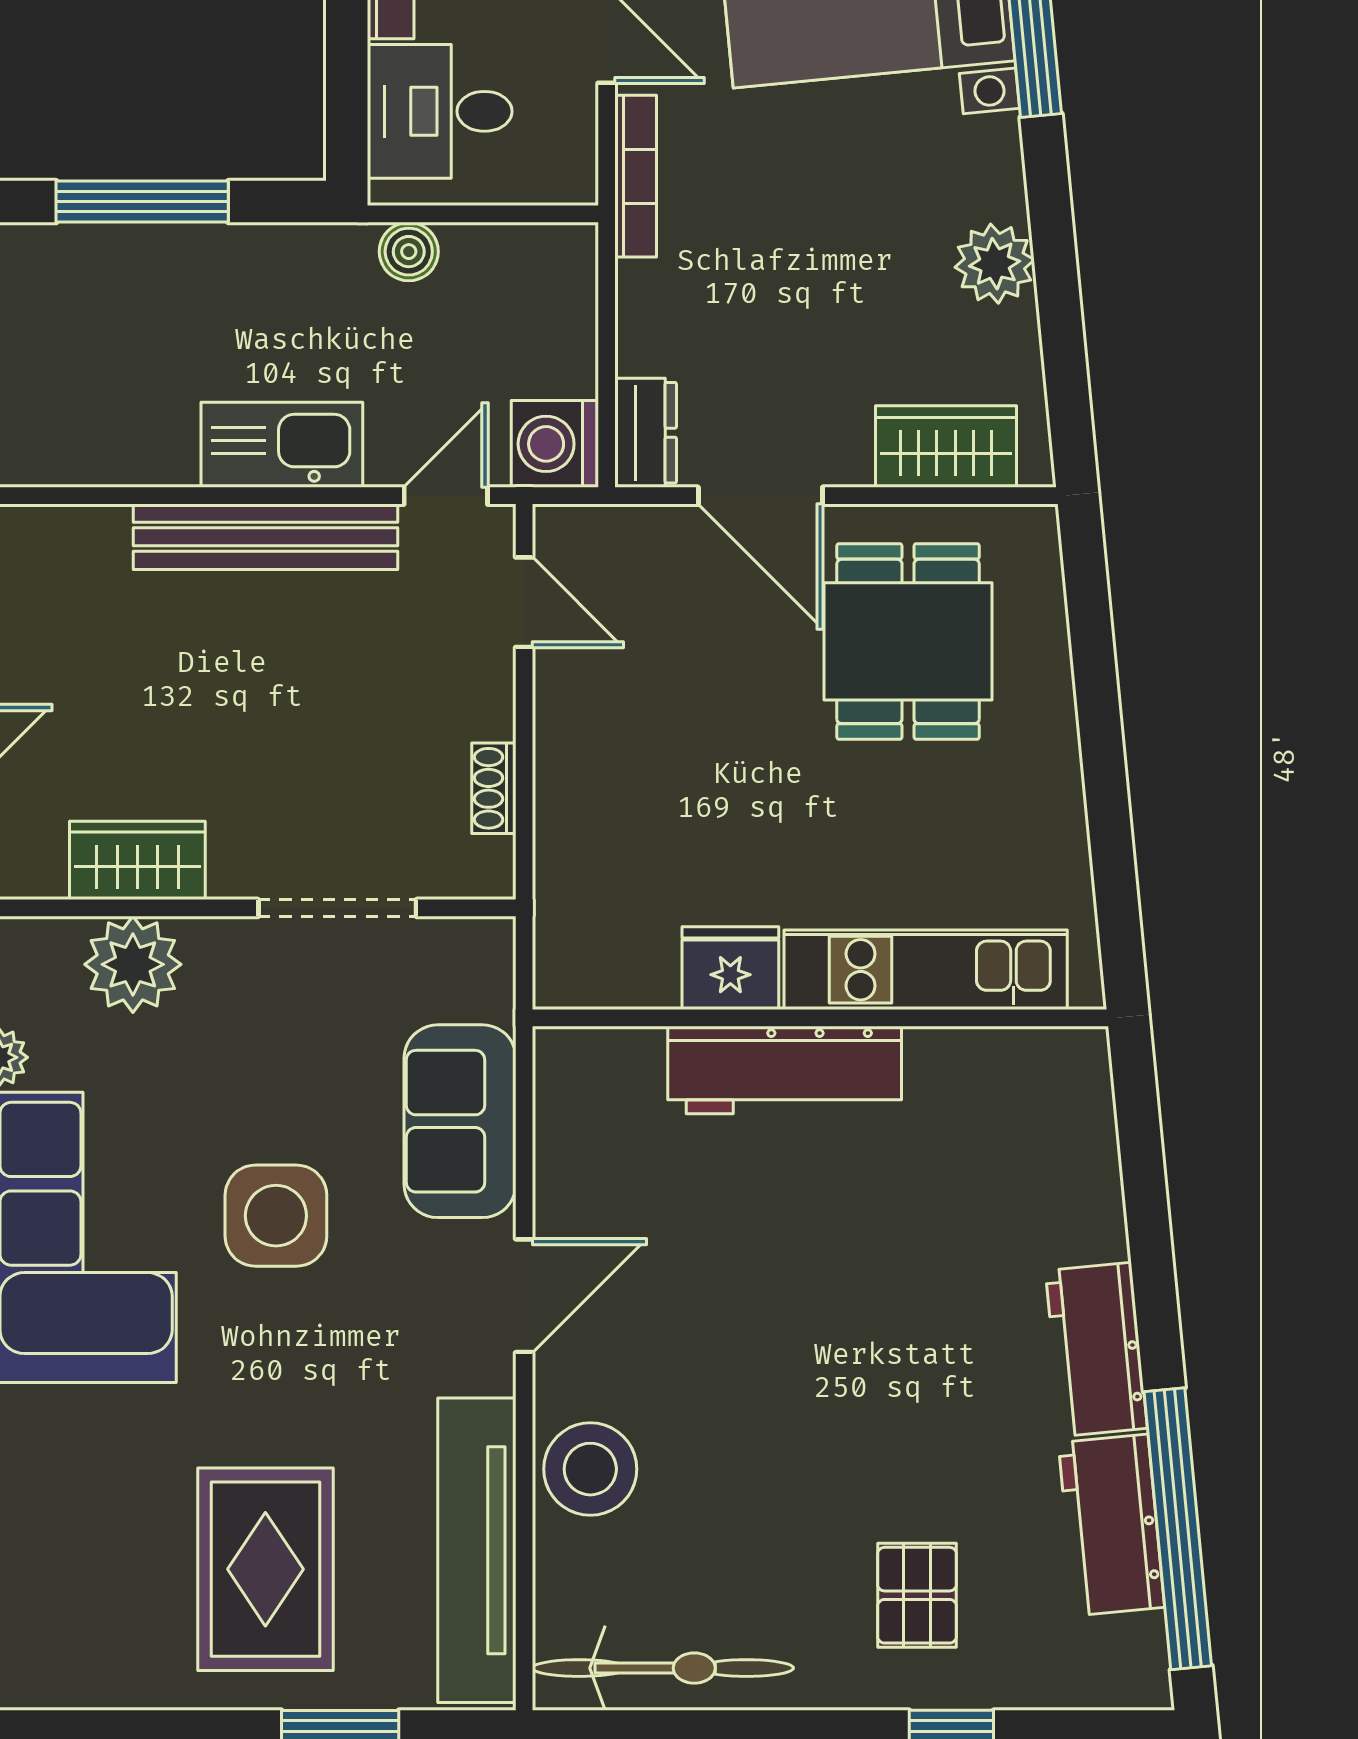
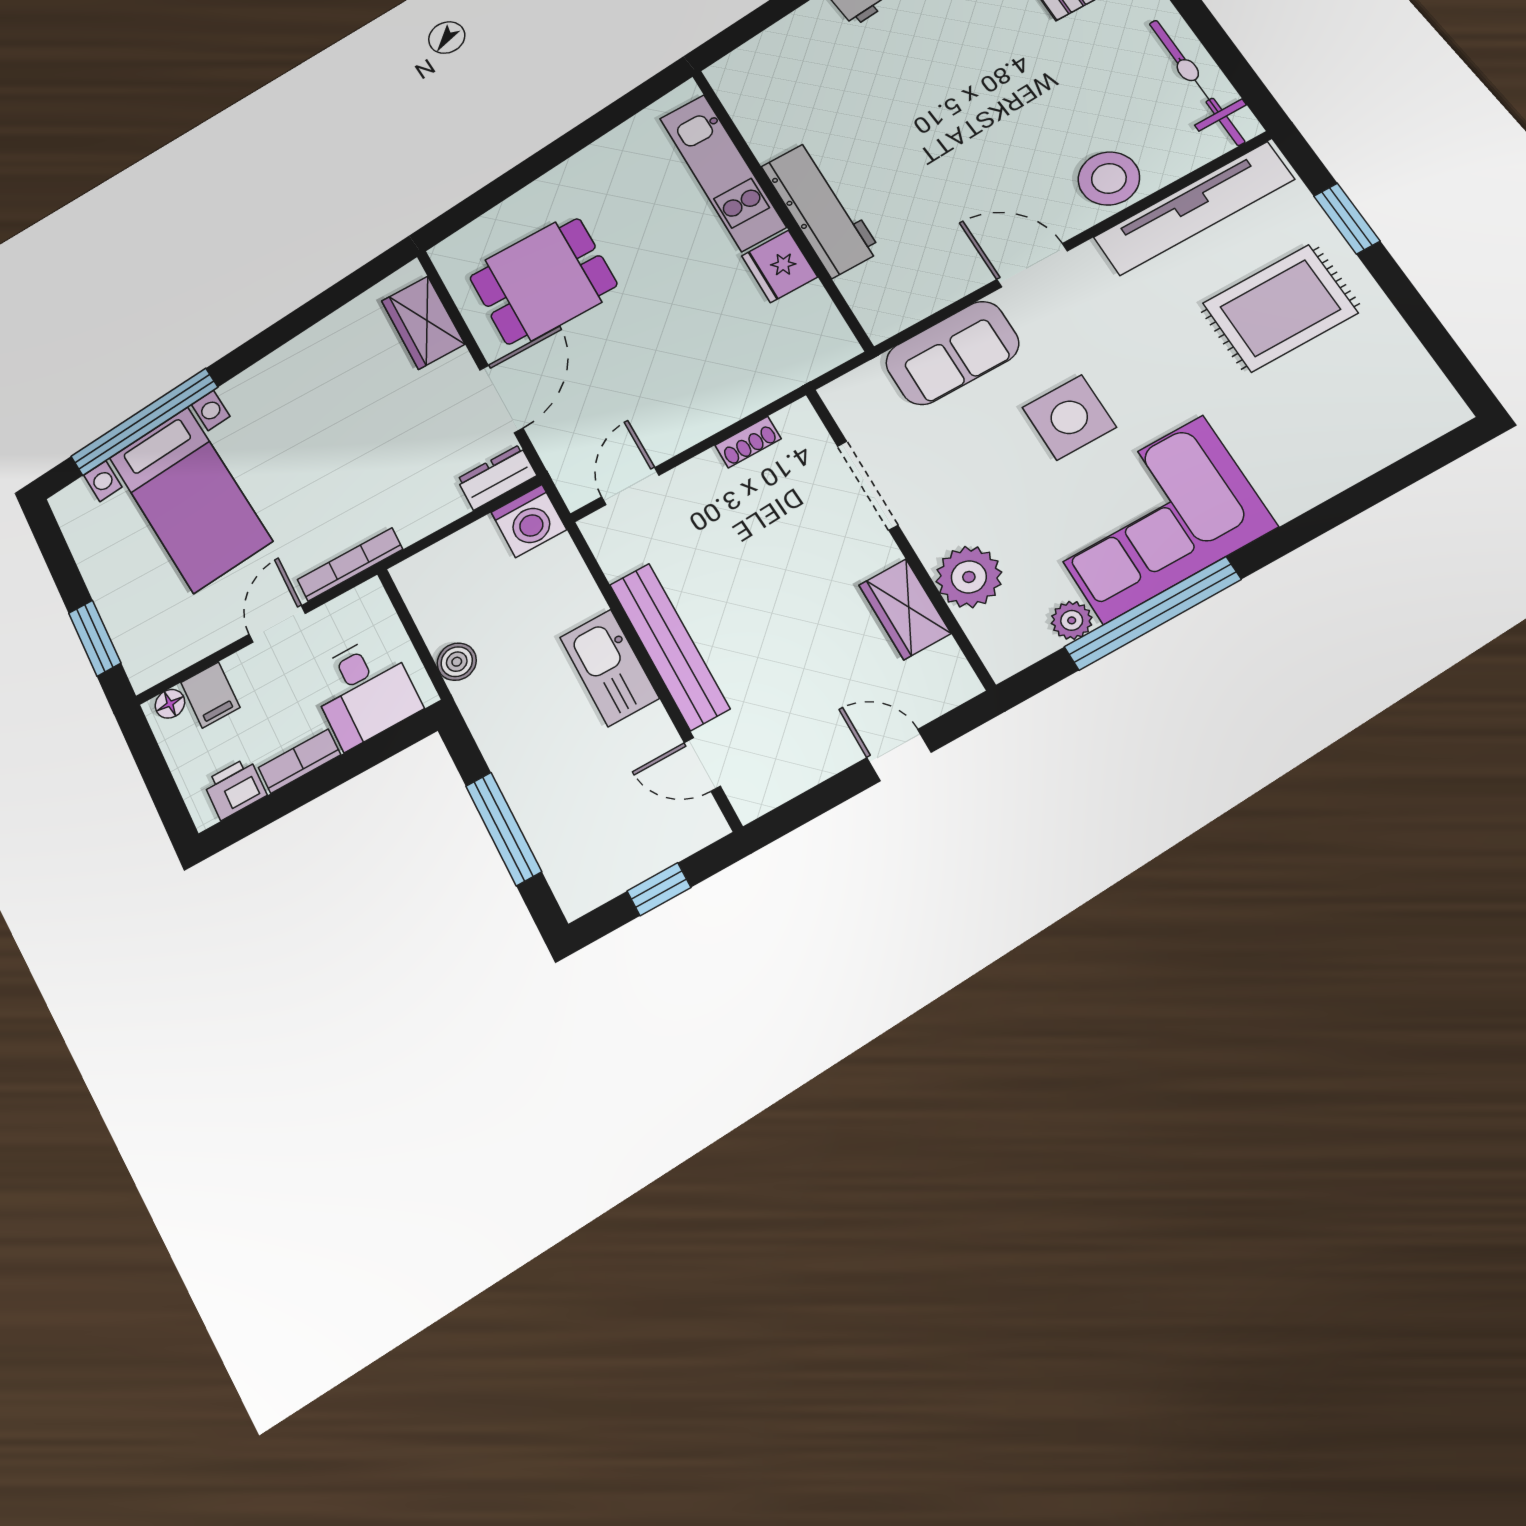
plant: (995, 264) -> (307, 355), removed
door: (446, 496) -> (702, 764), moved

